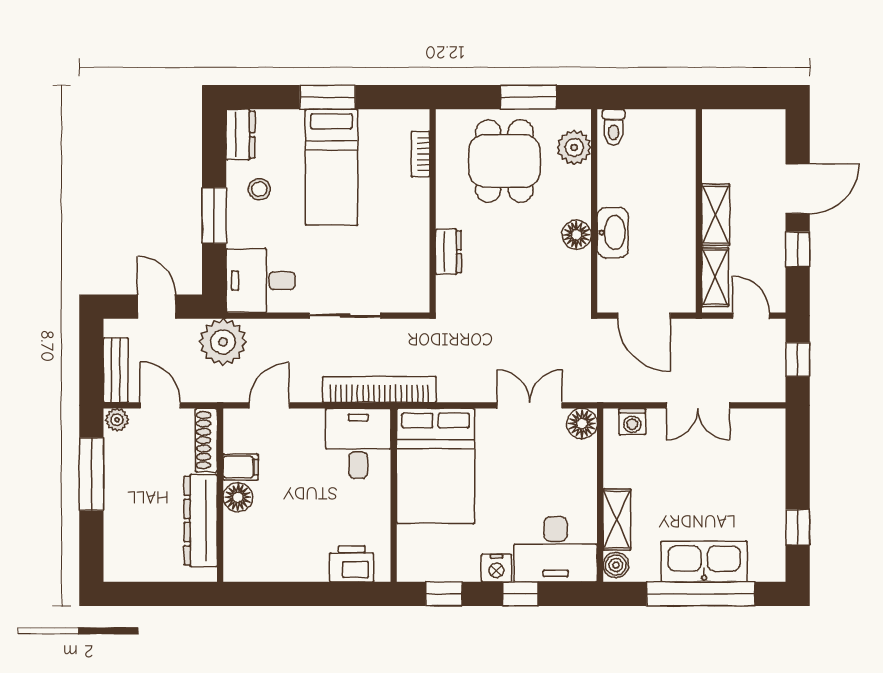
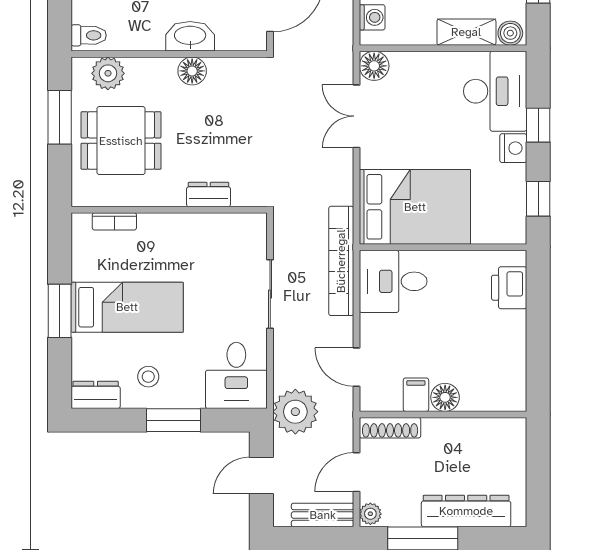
dresser: (201, 521) -> (466, 511), moved, turned 180

